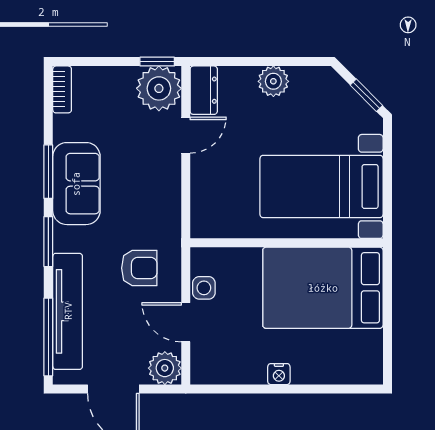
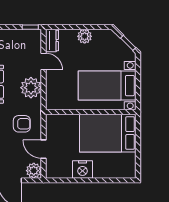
plant: (159, 88) -> (31, 88), moved
door: (186, 135) -> (44, 62), hinge flipped
side table: (204, 288) -> (52, 133), removed
nightstand: (279, 374) -> (83, 170), width x1.89, depth x1.79

